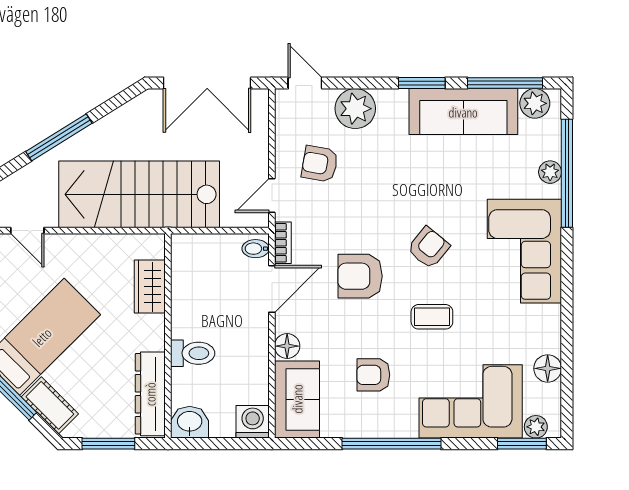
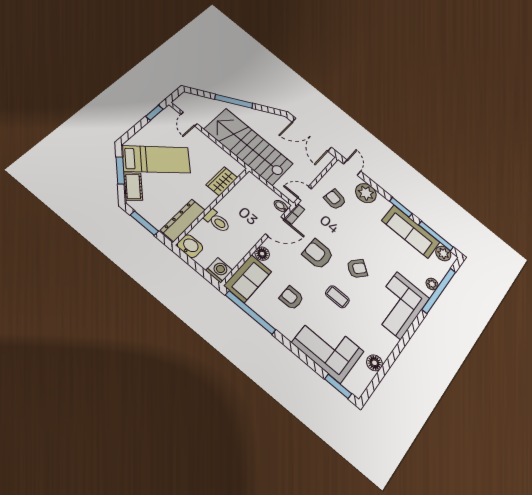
plant: (536, 427) -> (350, 384), removed
window: (392, 444) -> (250, 312), moved

